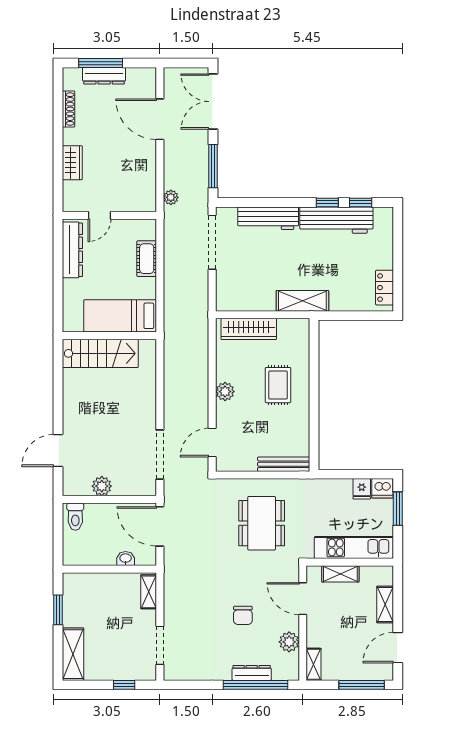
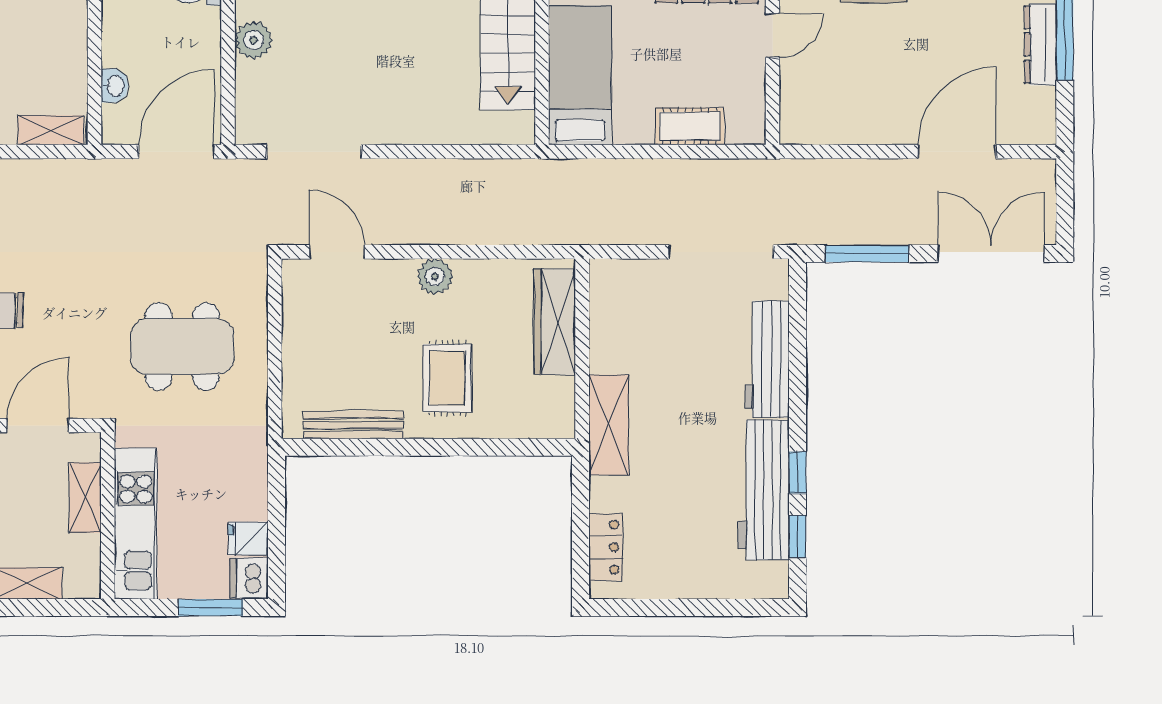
plant: (171, 197) -> (807, 173), removed
door: (99, 215) -> (772, 36), swing flipped
locker: (385, 288) -> (606, 547), moved, turned 90
rug: (278, 385) -> (447, 378), turned 90
bench: (284, 464) -> (353, 425), moved, turned 90

